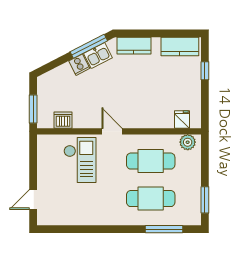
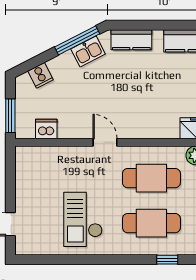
cooker: (79, 65) -> (41, 75), moved
checkout: (80, 160) -> (83, 219), moved, turned 180
window: (164, 229) -> (167, 260), width x0.46

